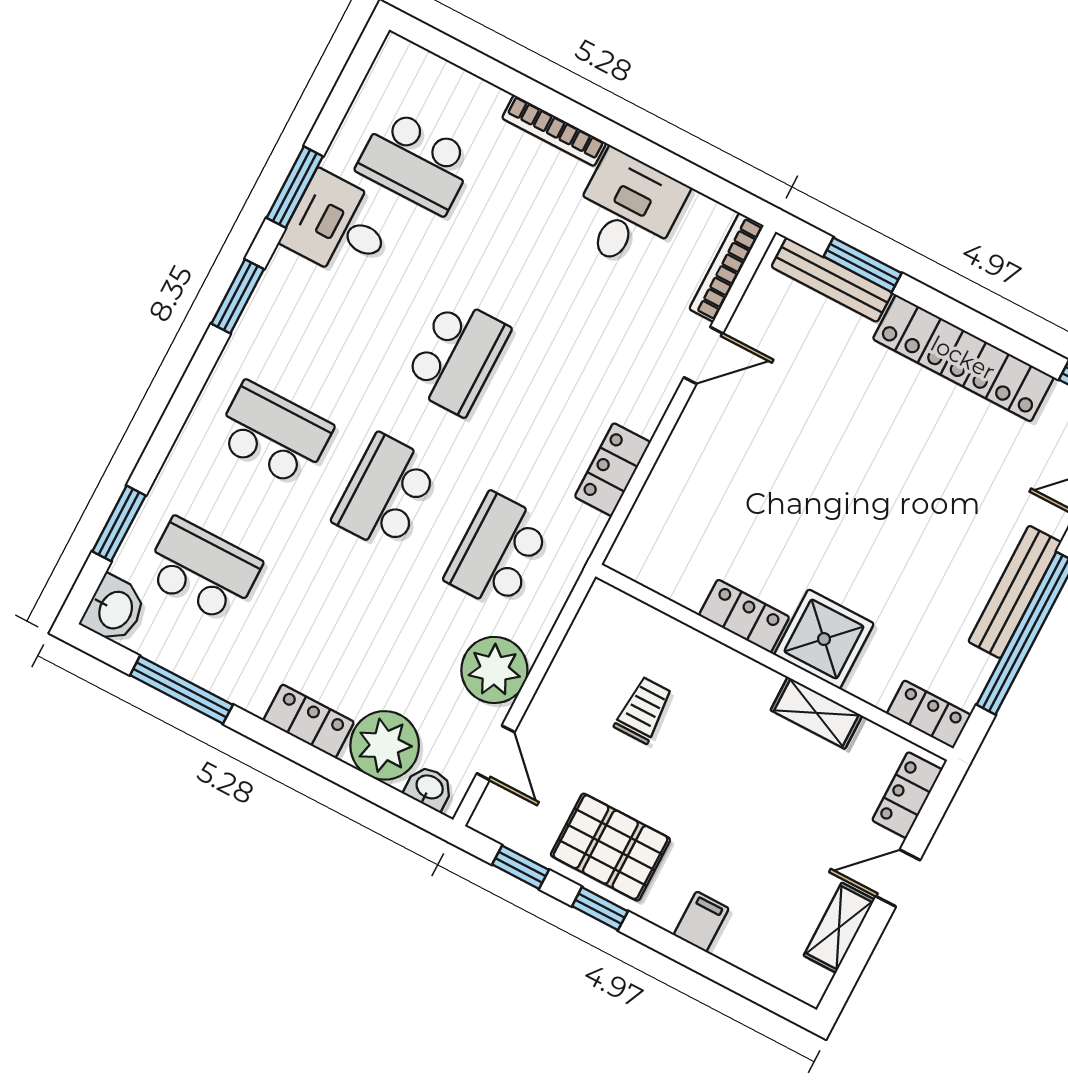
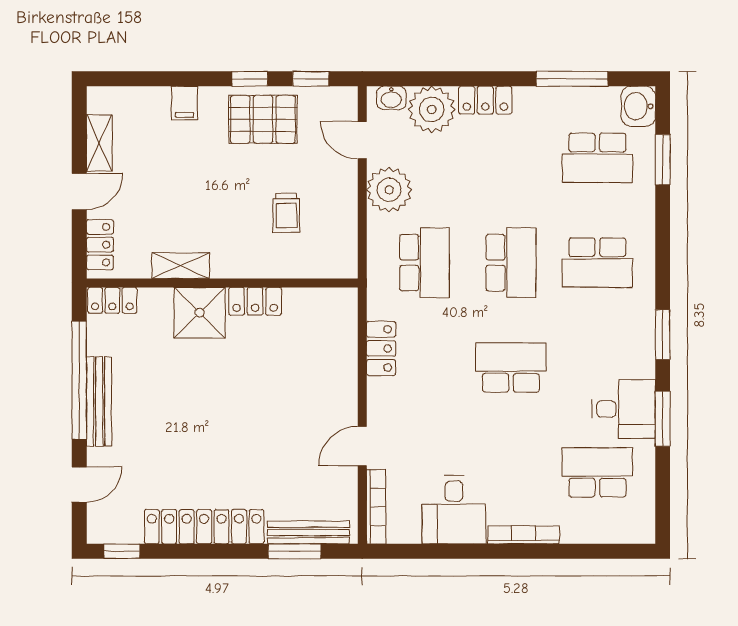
school desk: (457, 357) -> (511, 367), turned 90

